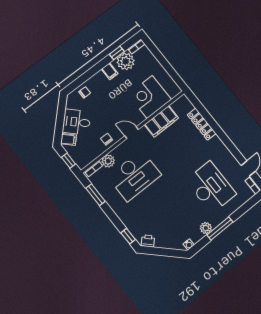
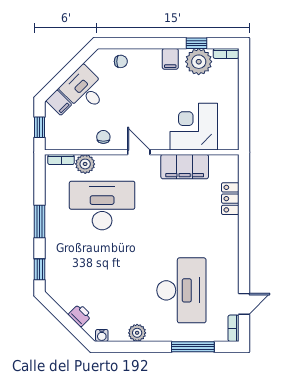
locker: (202, 124) -> (230, 199), width x0.66
desk: (134, 176) -> (102, 205), turned 180
window: (95, 195) -> (40, 222), moved
window: (220, 229) -> (193, 347), moved
printer: (148, 241) -> (80, 315), moved

